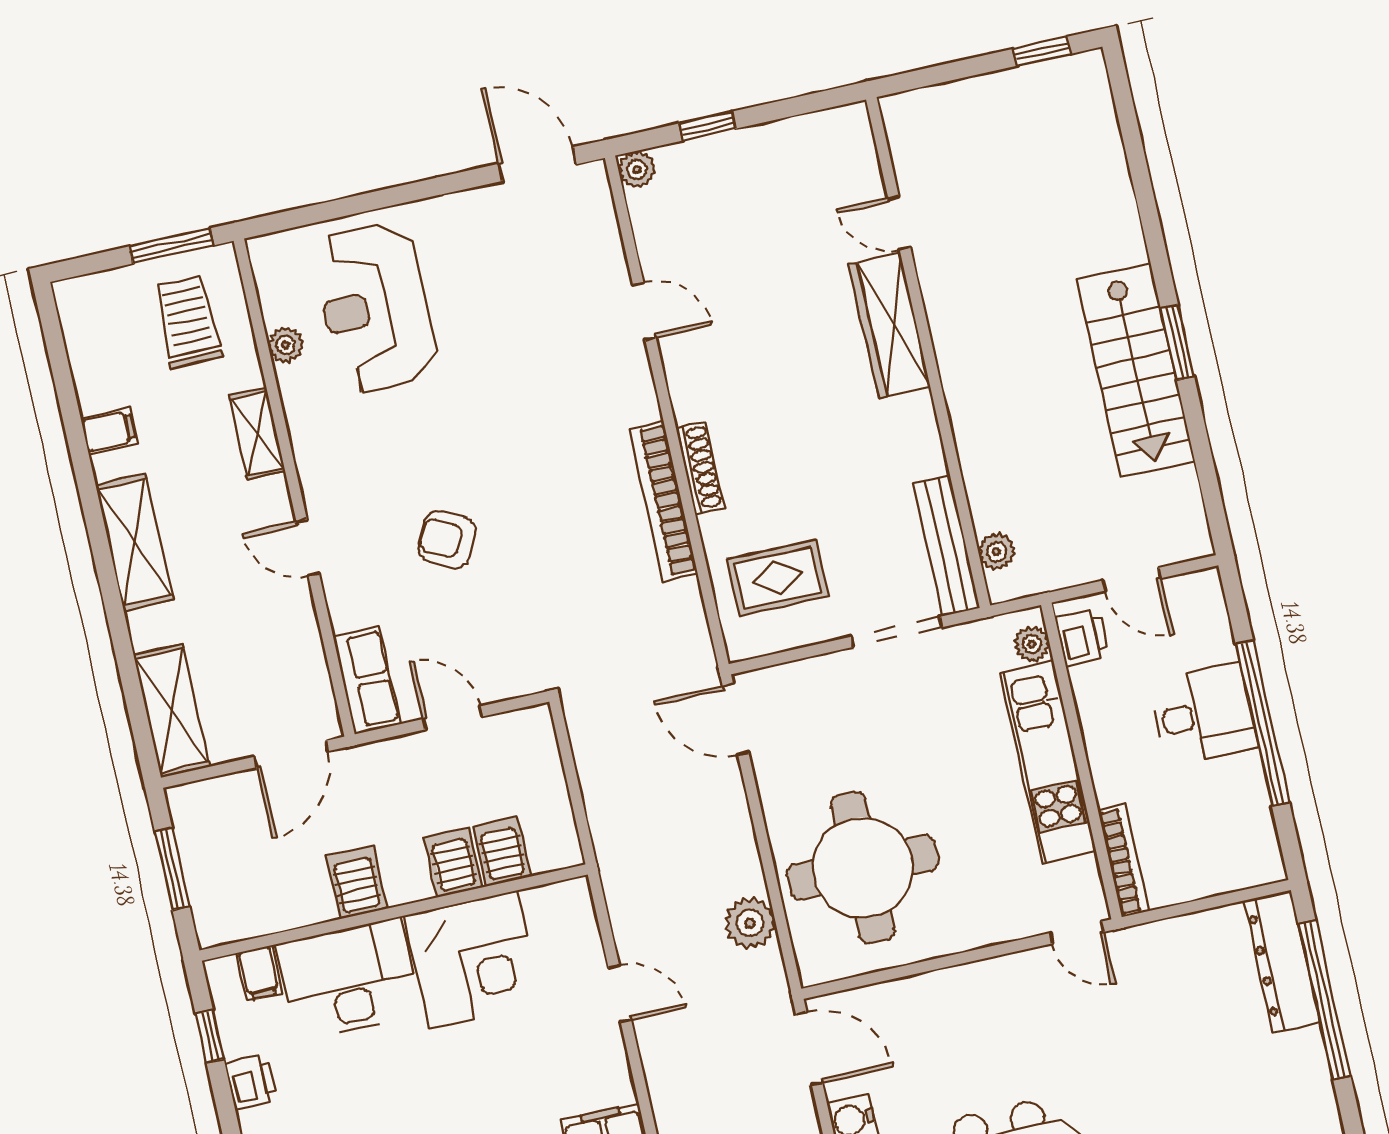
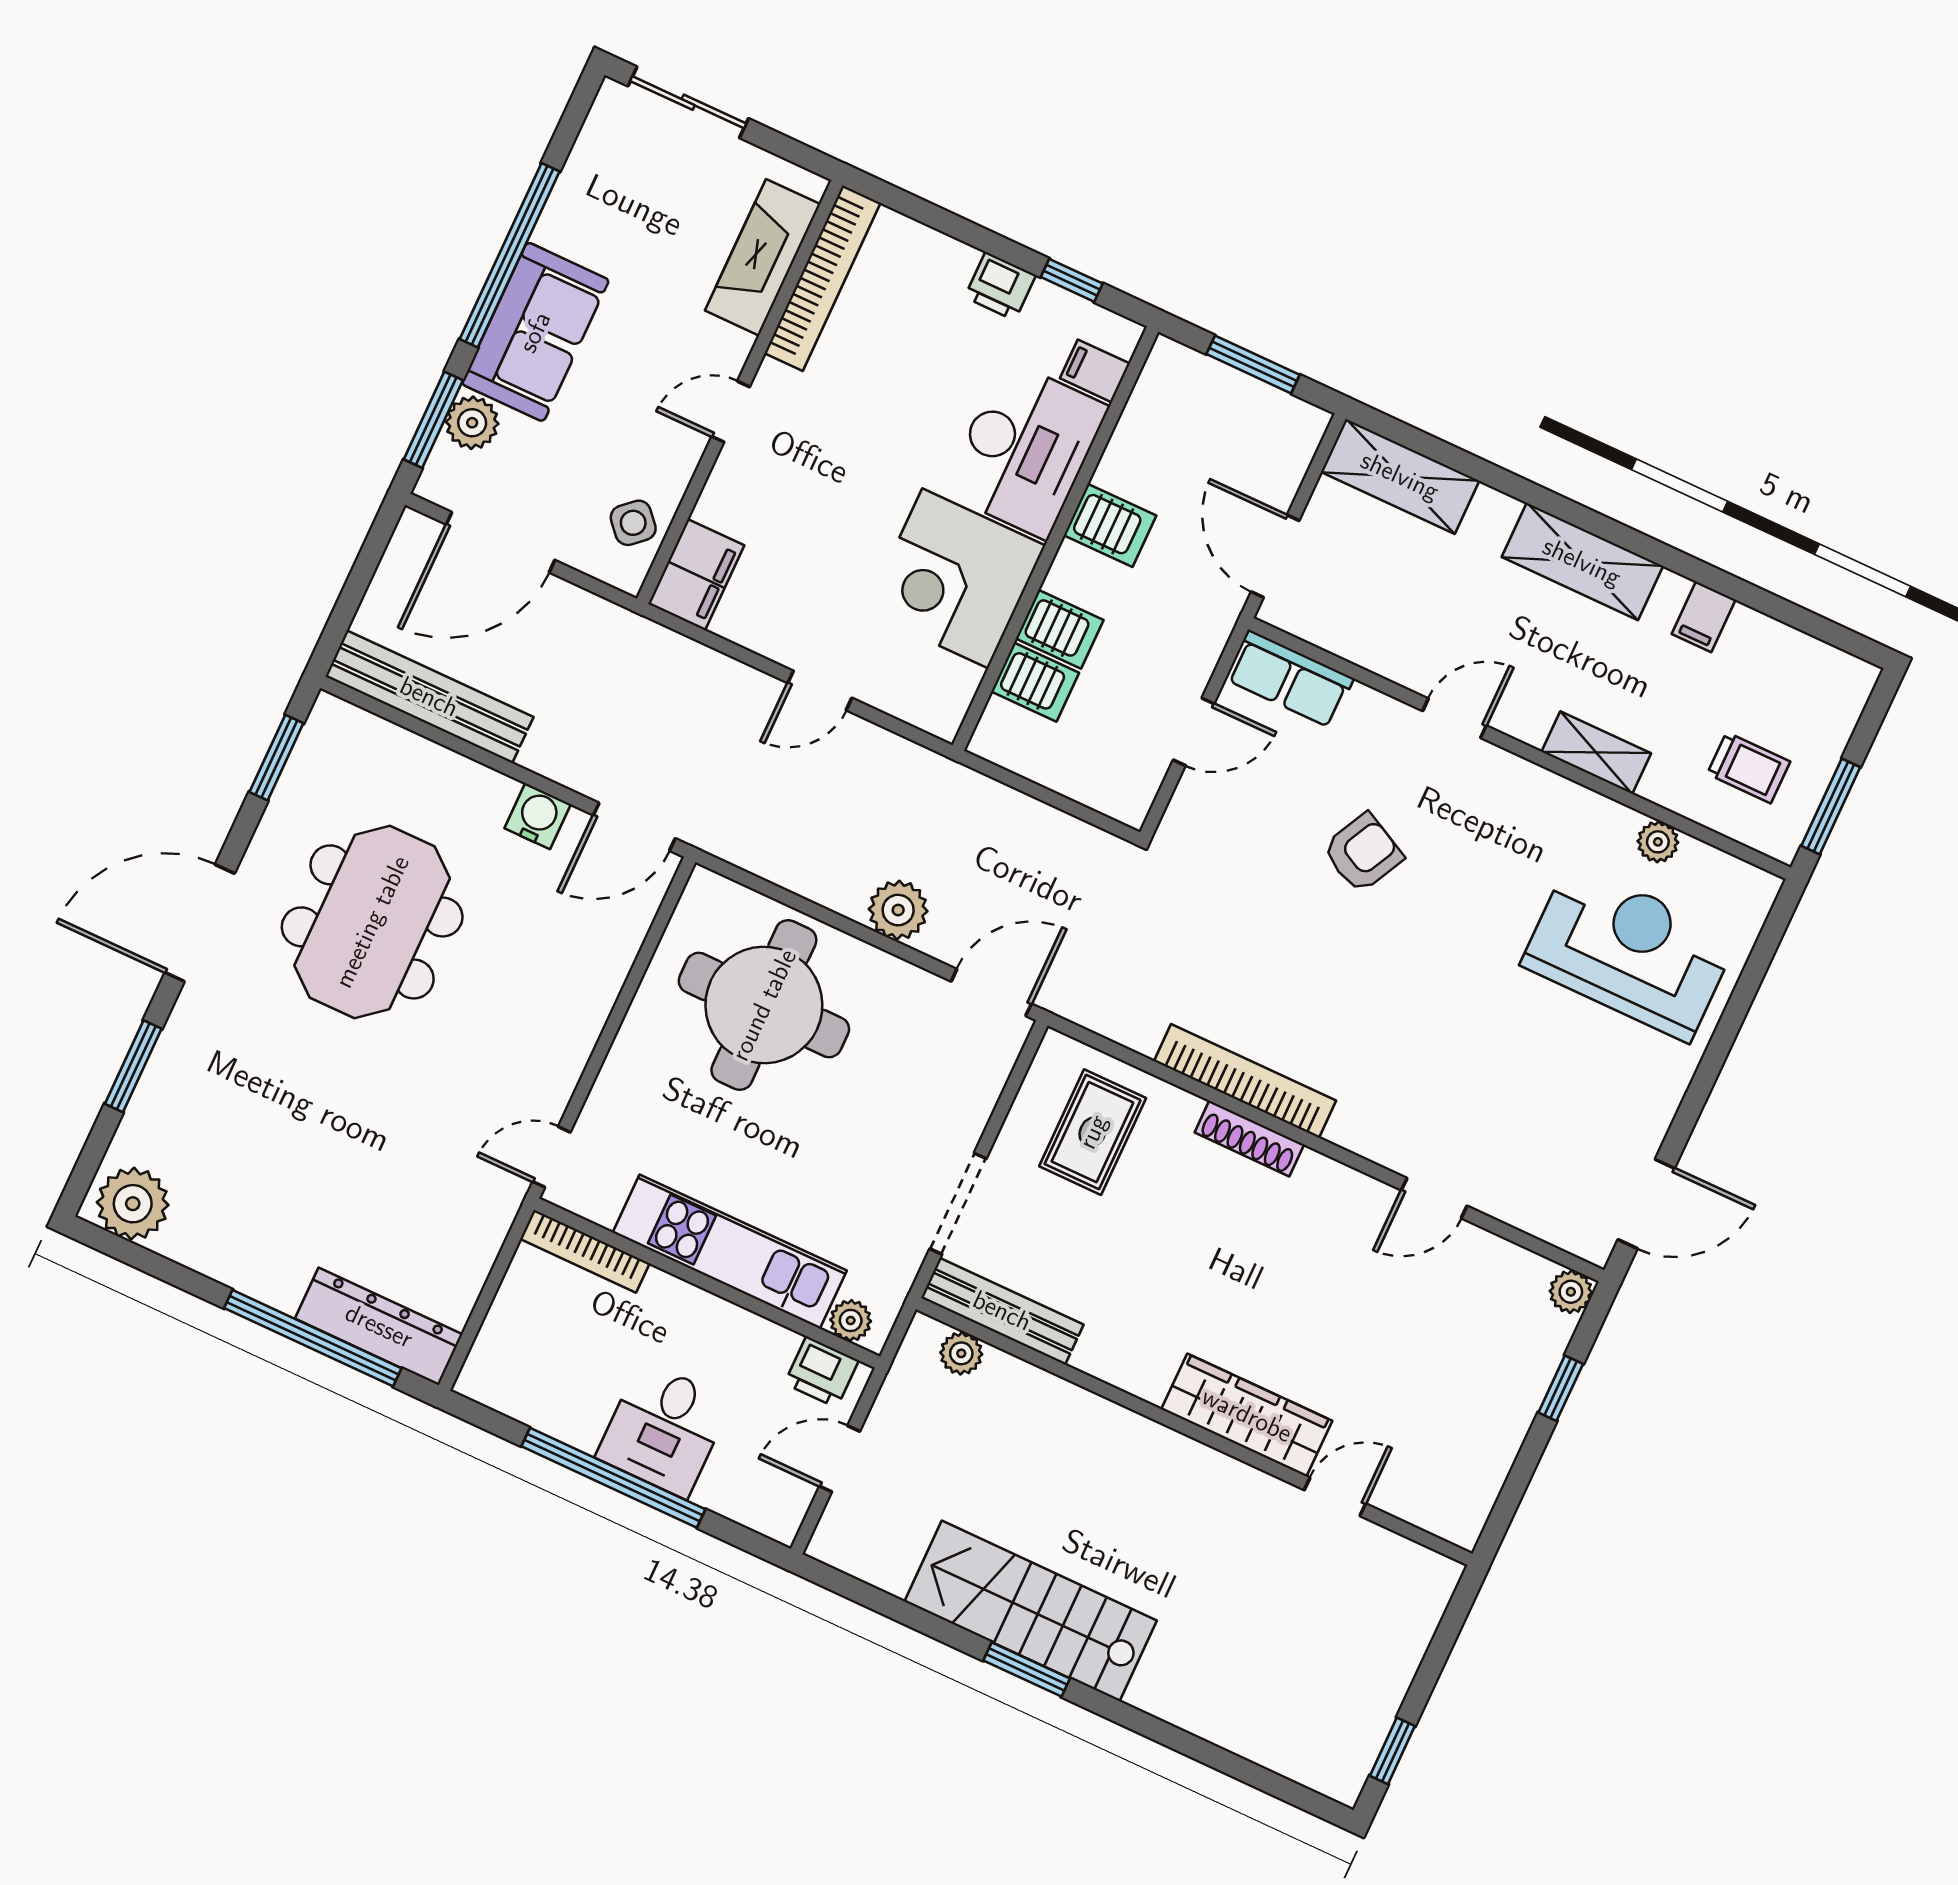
trolley: (188, 322) -> (1749, 768), width x0.73, depth x0.72
plant: (750, 923) -> (898, 910), moved

